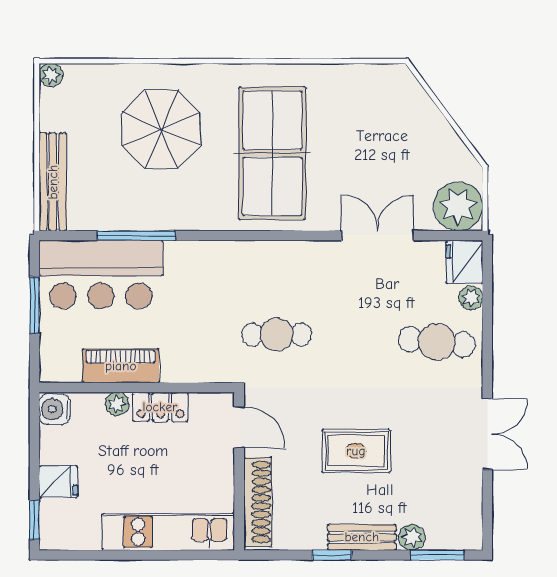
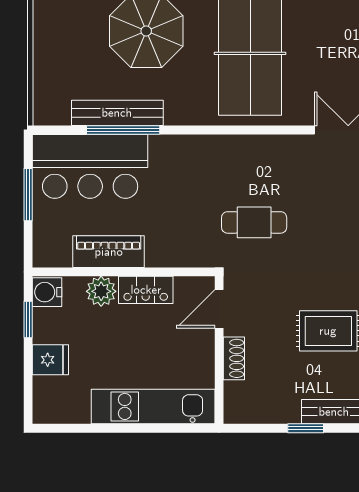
bench: (53, 182) -> (117, 113), moved, turned 90
plant: (117, 404) -> (101, 291), width x1.38, depth x1.38
door: (239, 427) -> (219, 309), swing flipped
shoe rack: (258, 502) -> (234, 358), width x0.51, depth x0.81
window: (34, 520) -> (28, 319), moved

